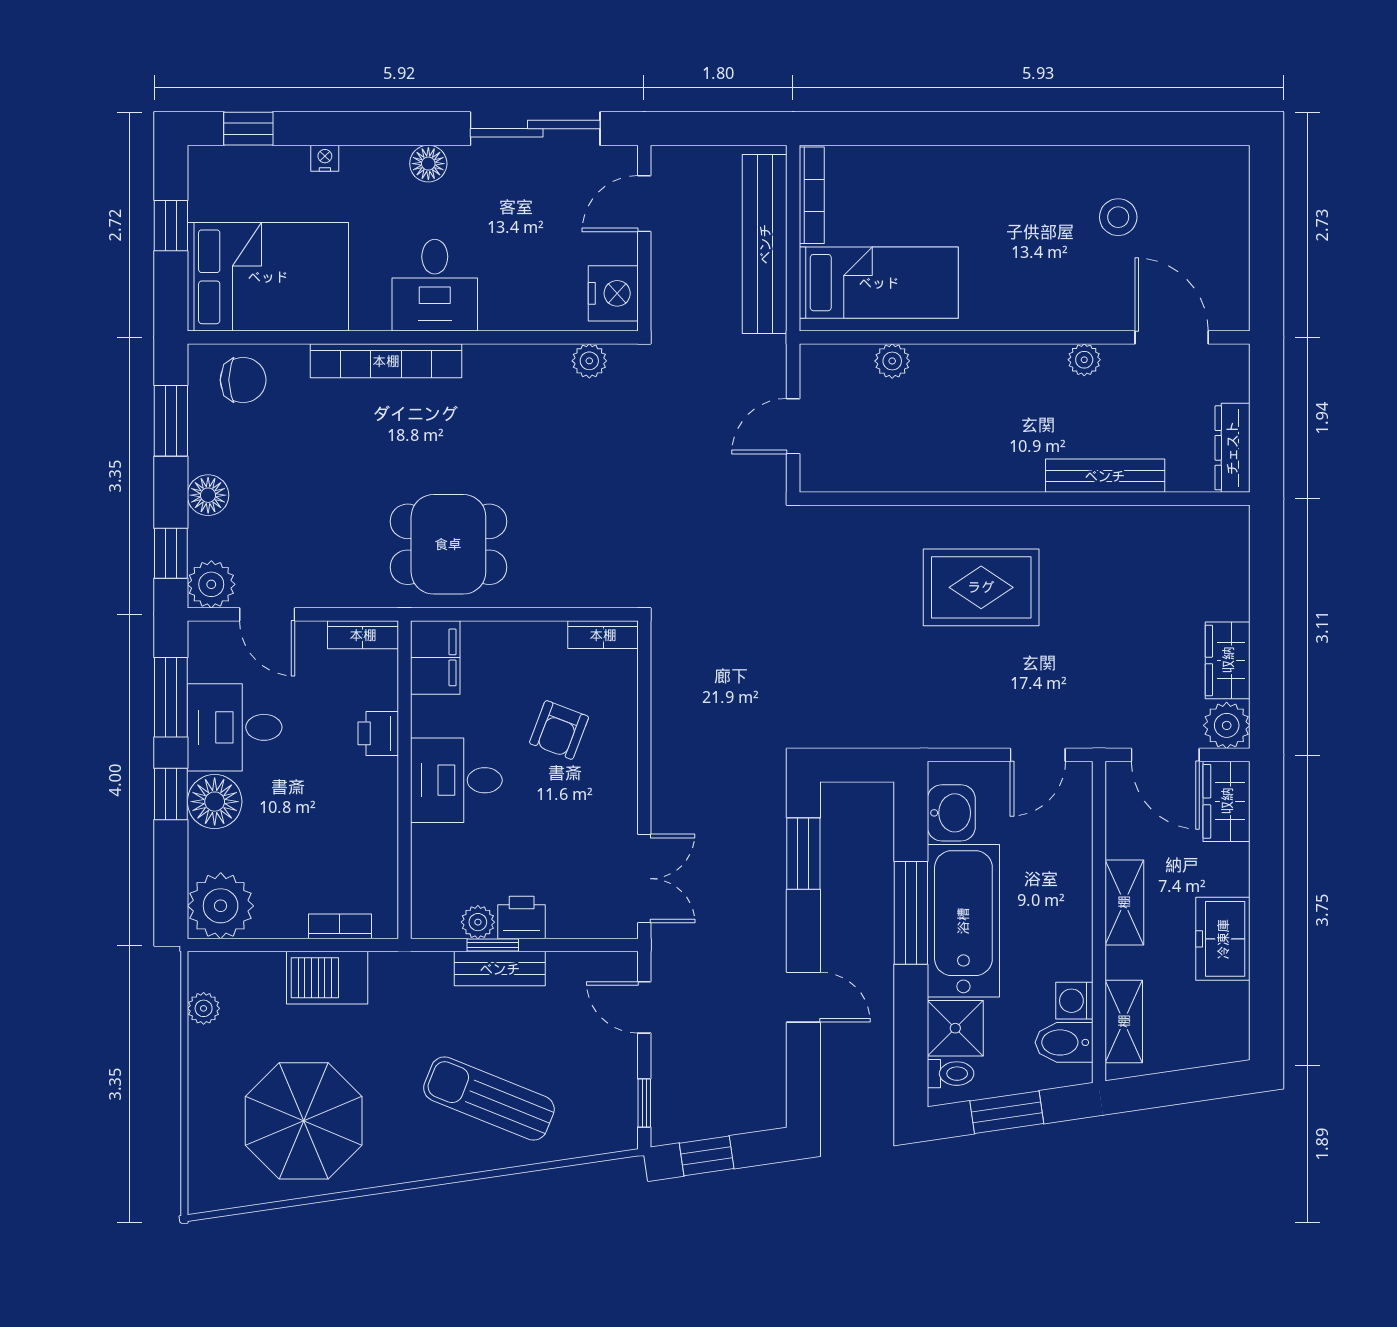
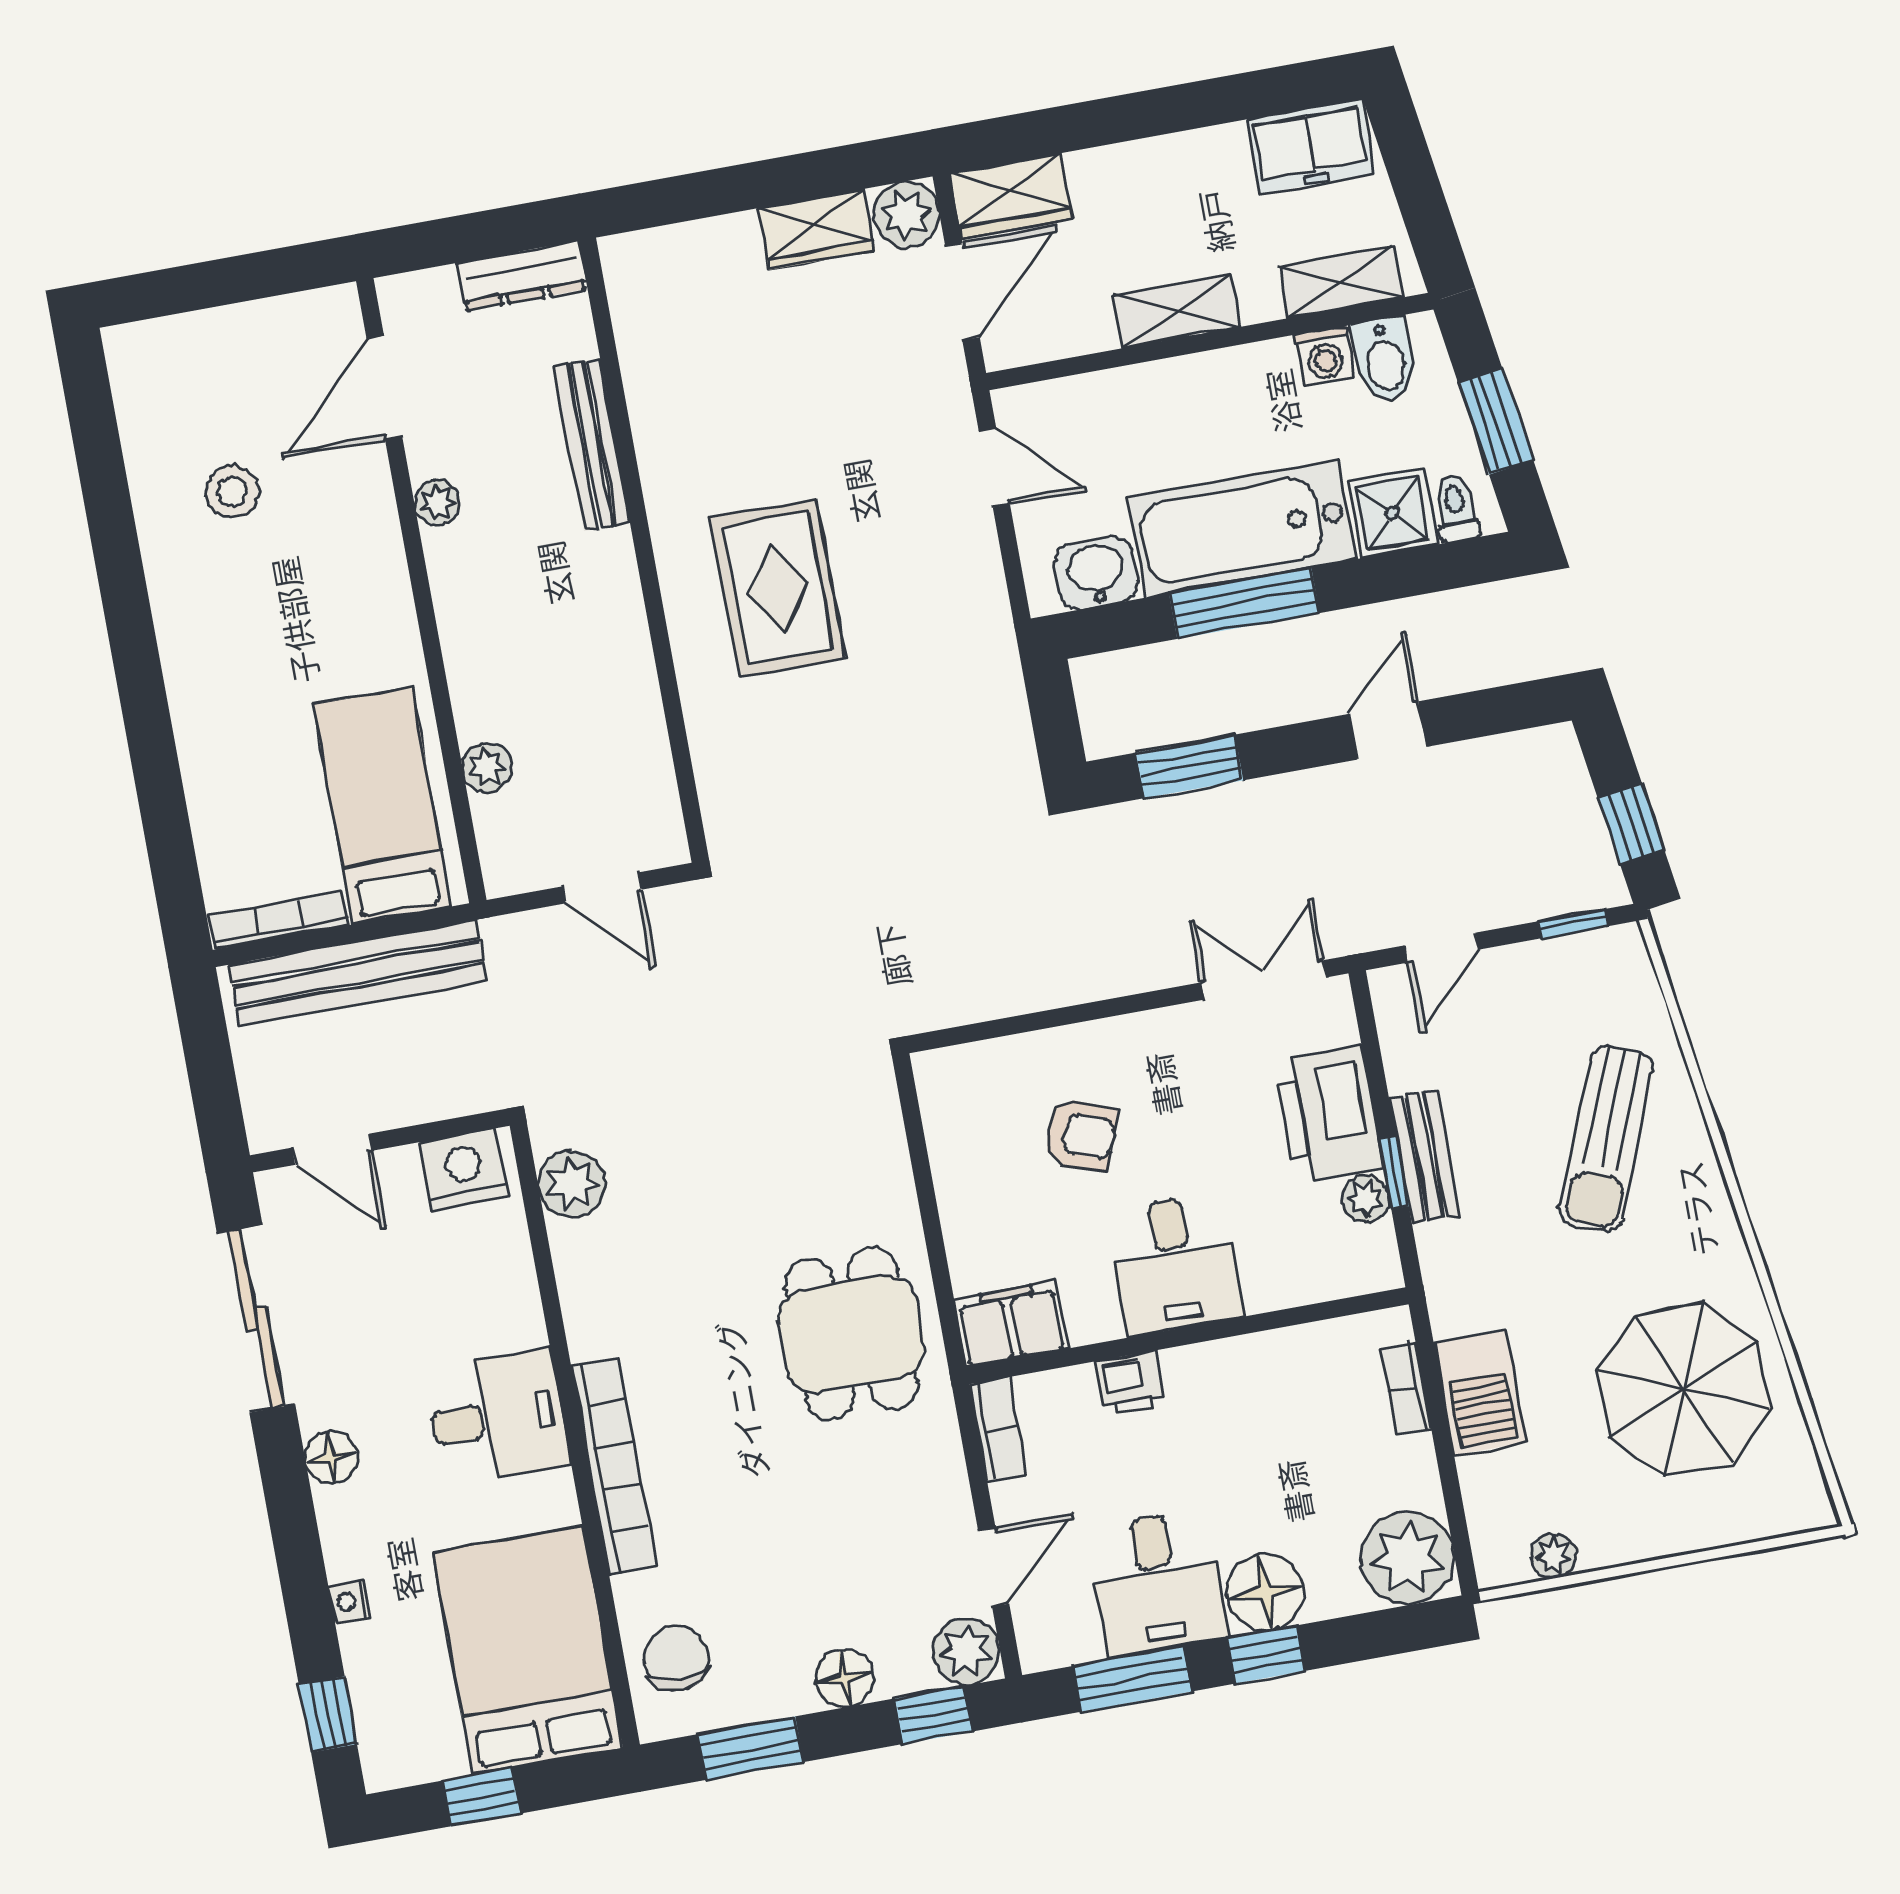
plant: (589, 361) -> (572, 1184), width x1.38, depth x1.38
bookcase: (603, 635) -> (937, 1098), removed
printer: (522, 917) -> (1329, 1114), width x1.87, depth x1.48
freezer: (1223, 939) -> (1311, 146), moved

